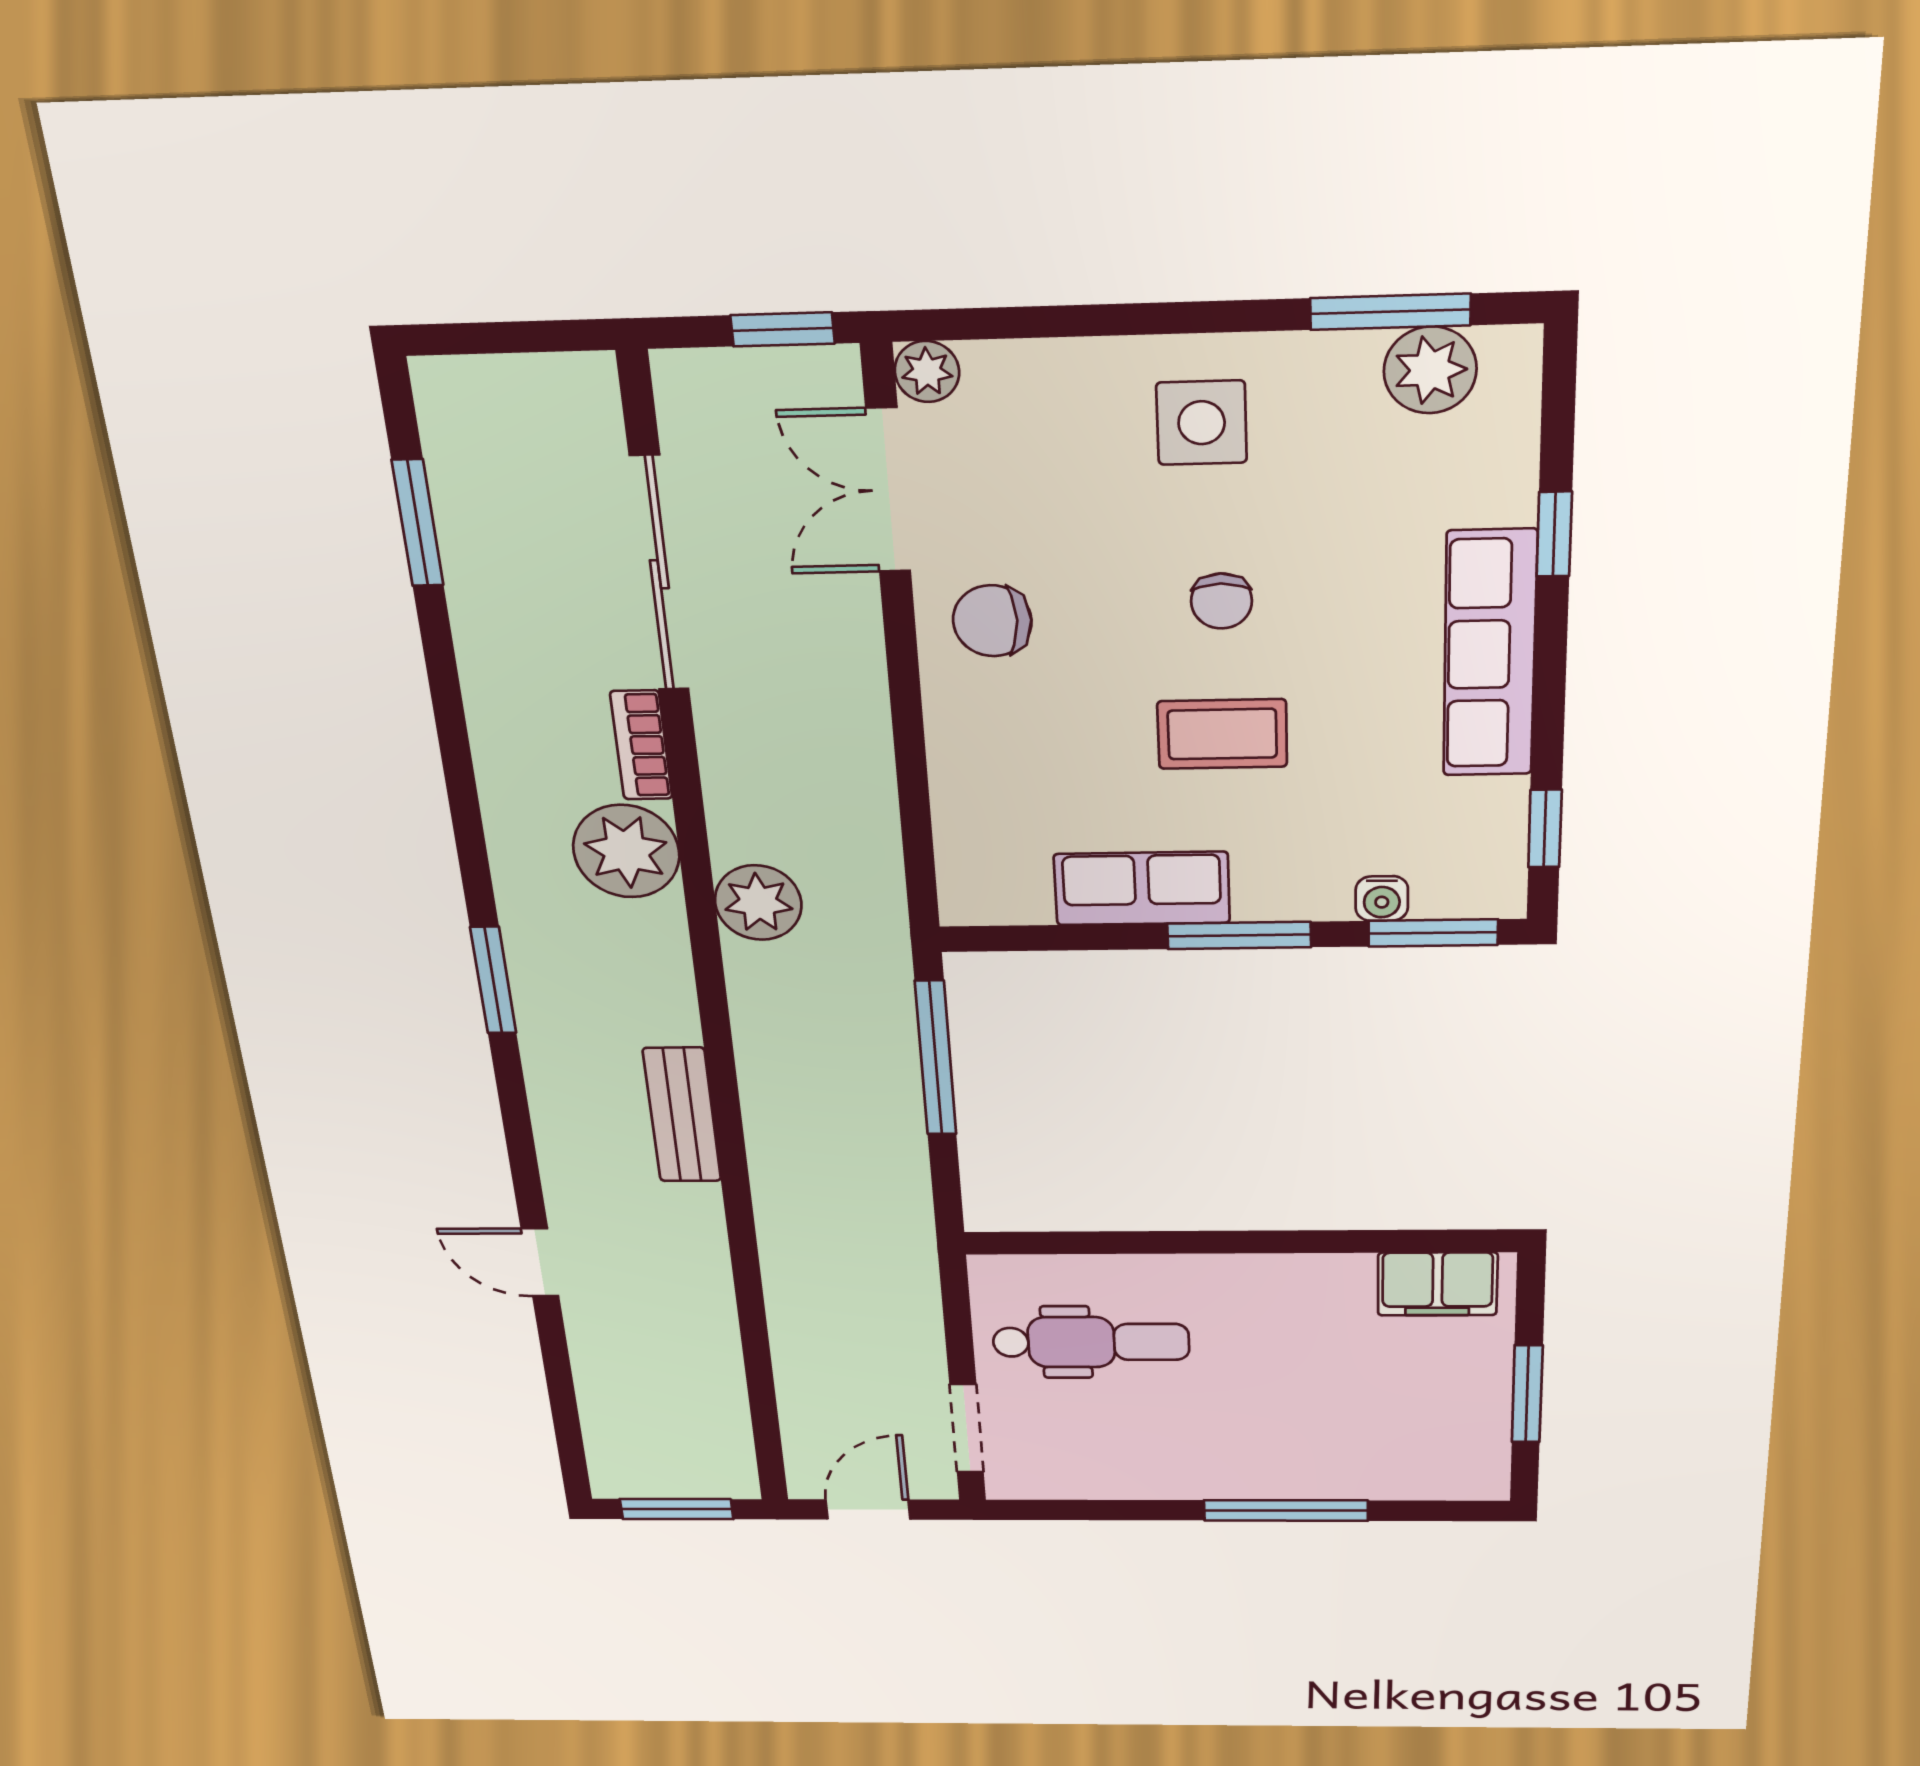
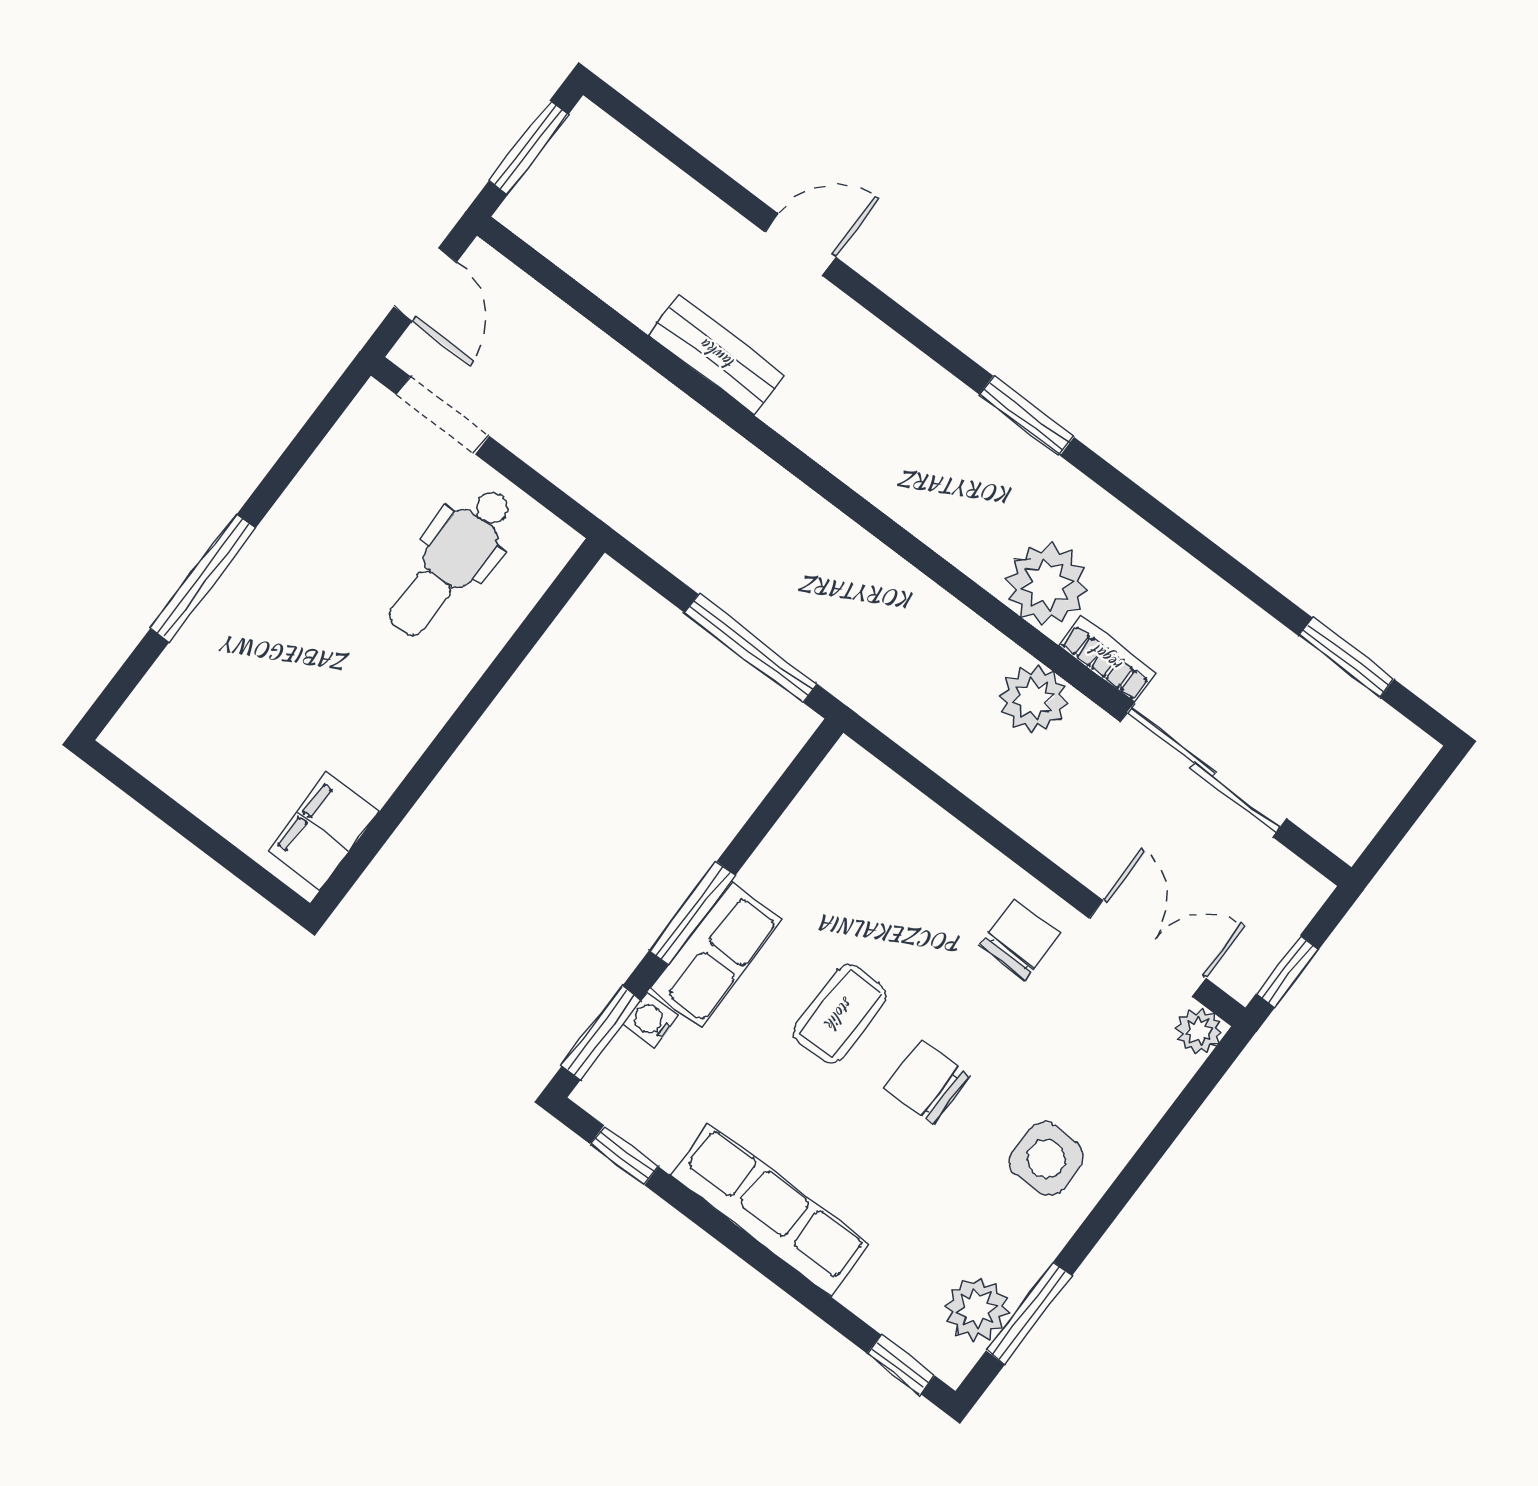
window: (1554, 534) -> (901, 1364), moved
chair: (1221, 601) -> (927, 1082), width x1.37, depth x1.37
row of seats: (1142, 889) -> (716, 954), moved
plant: (758, 903) -> (1034, 699), moved
bench: (682, 1115) -> (717, 355), moved
window: (1527, 1394) -> (183, 822), removed

